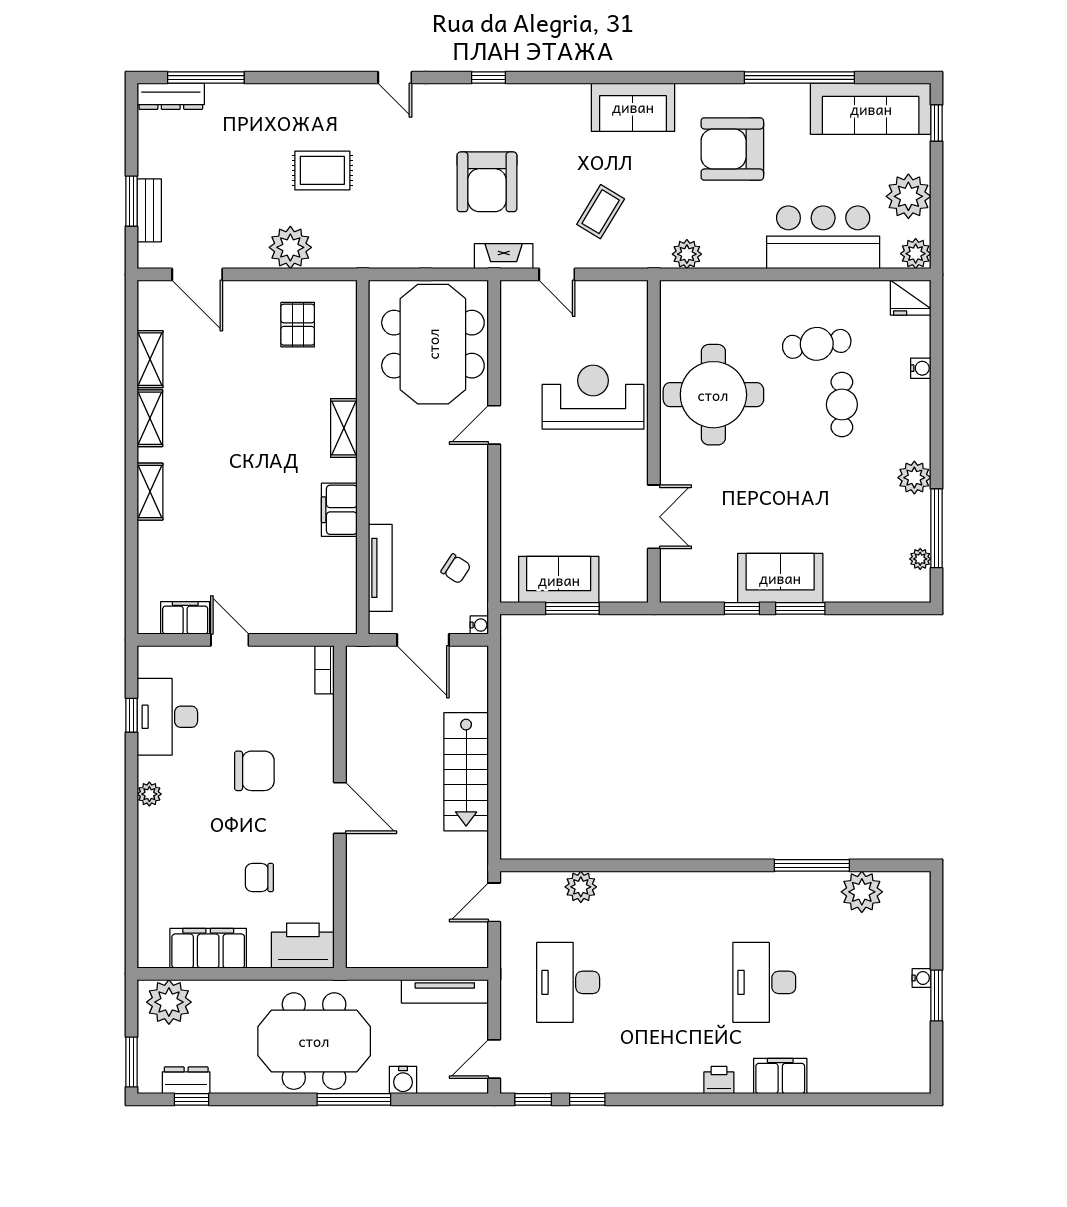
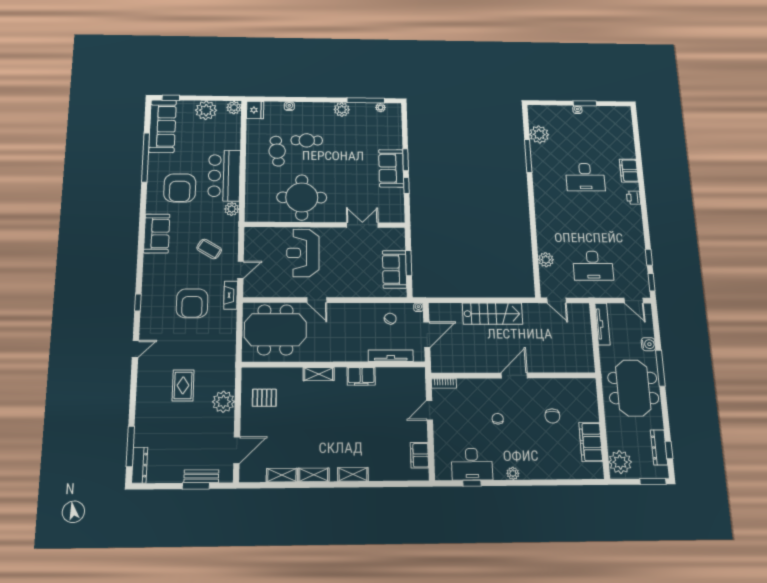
armchair: (487, 182) -> (192, 303), turned 90
bar counter: (823, 237) -> (224, 176), moved
door: (230, 640) -> (429, 410), moved
chair: (254, 771) -> (498, 419), width x0.54, depth x0.54
printer: (303, 946) -> (585, 394), removed
dresser: (186, 1080) -> (659, 447), width x1.44

